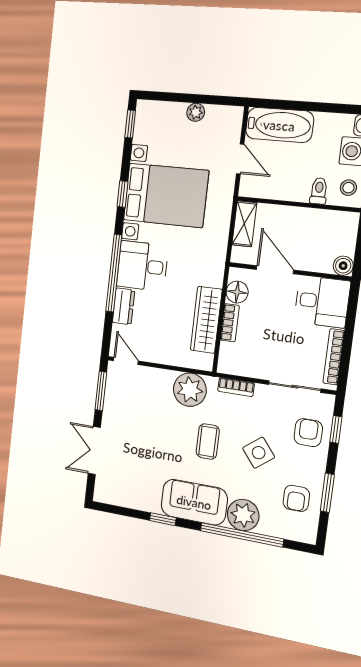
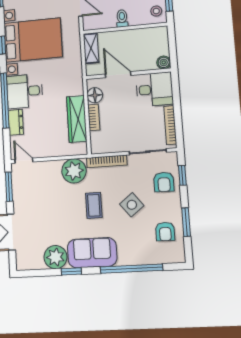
toilet: (319, 191) -> (122, 18), moved
bookcase: (236, 387) -> (107, 161), width x1.56
armchair: (308, 433) -> (164, 182), turned 180
plant: (243, 515) -> (55, 257), moved

